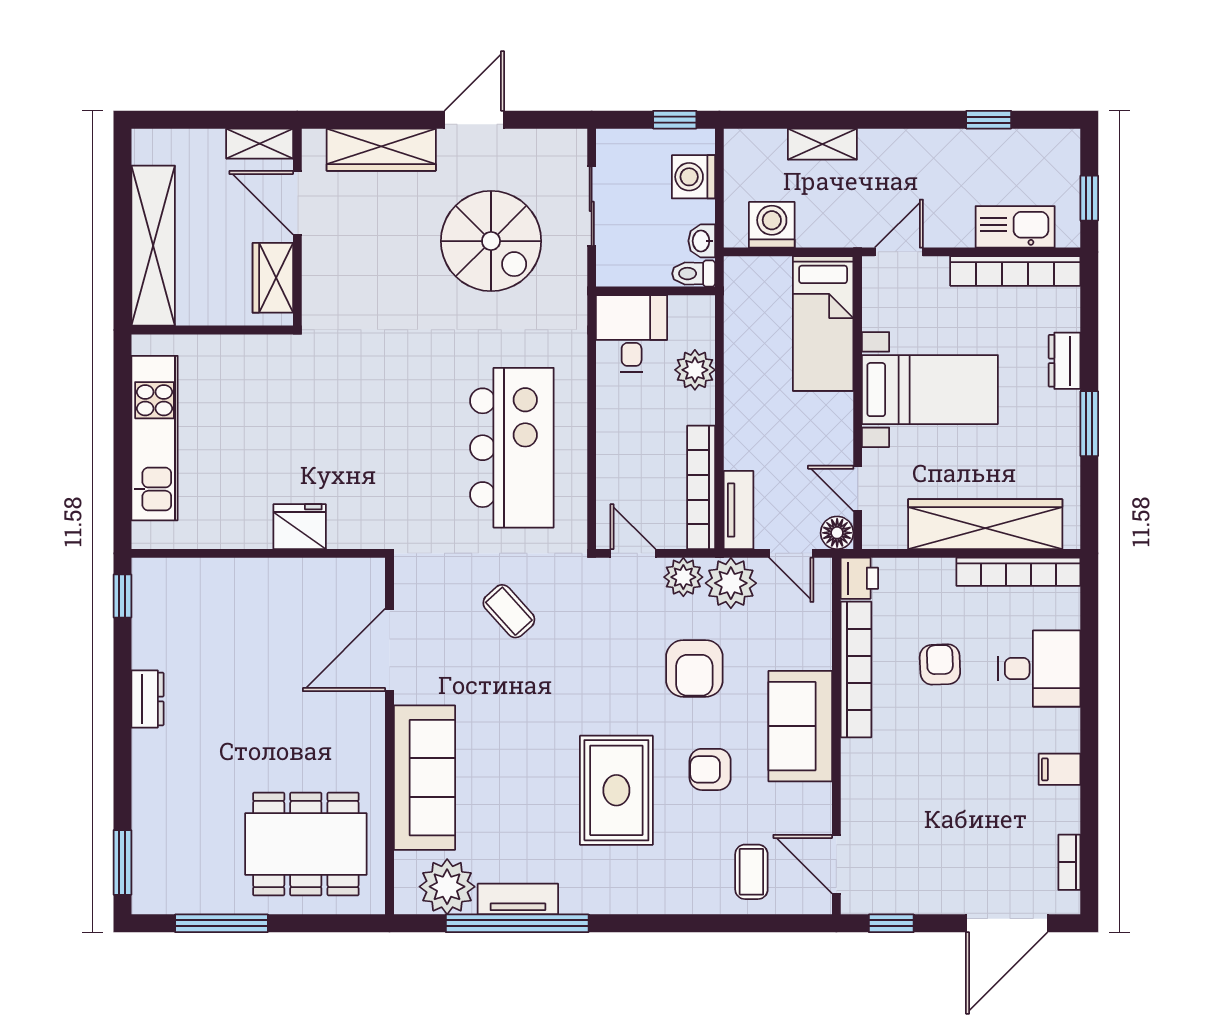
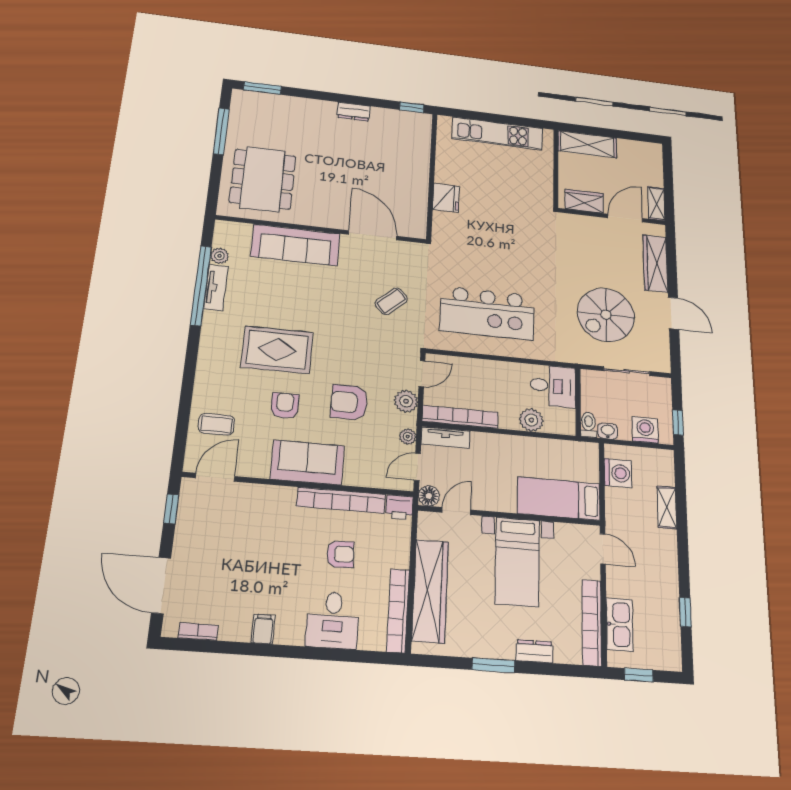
shelving: (153, 246) -> (587, 144), width x0.68
plant: (731, 583) -> (408, 437), width x0.53, depth x0.53
plant: (447, 887) -> (220, 256), width x0.53, depth x0.53

